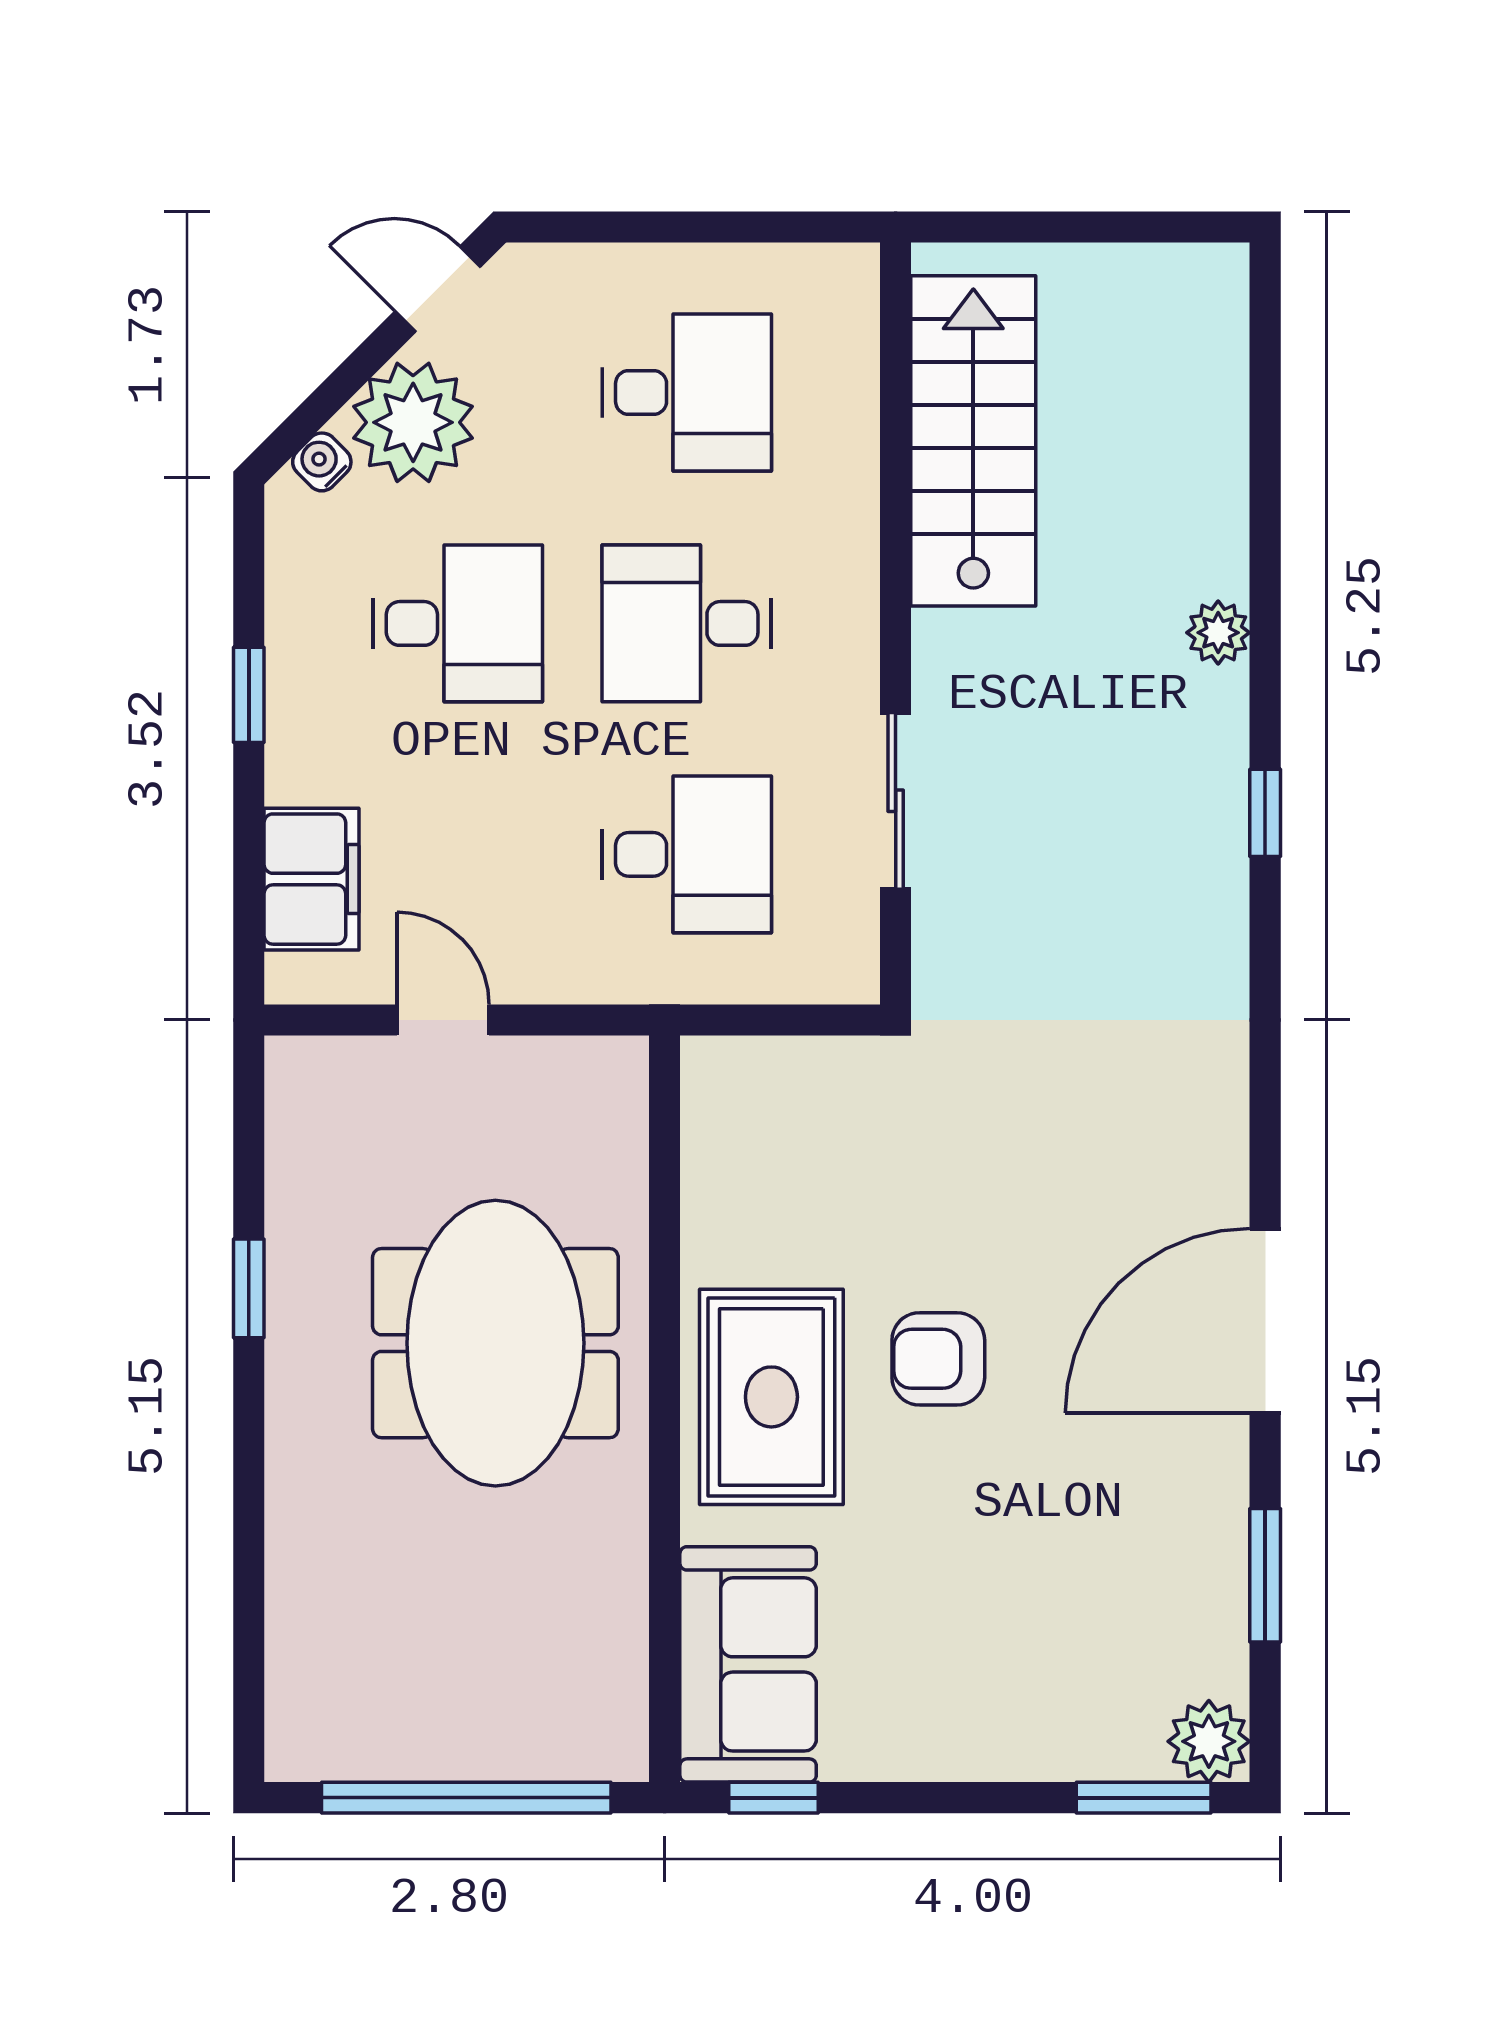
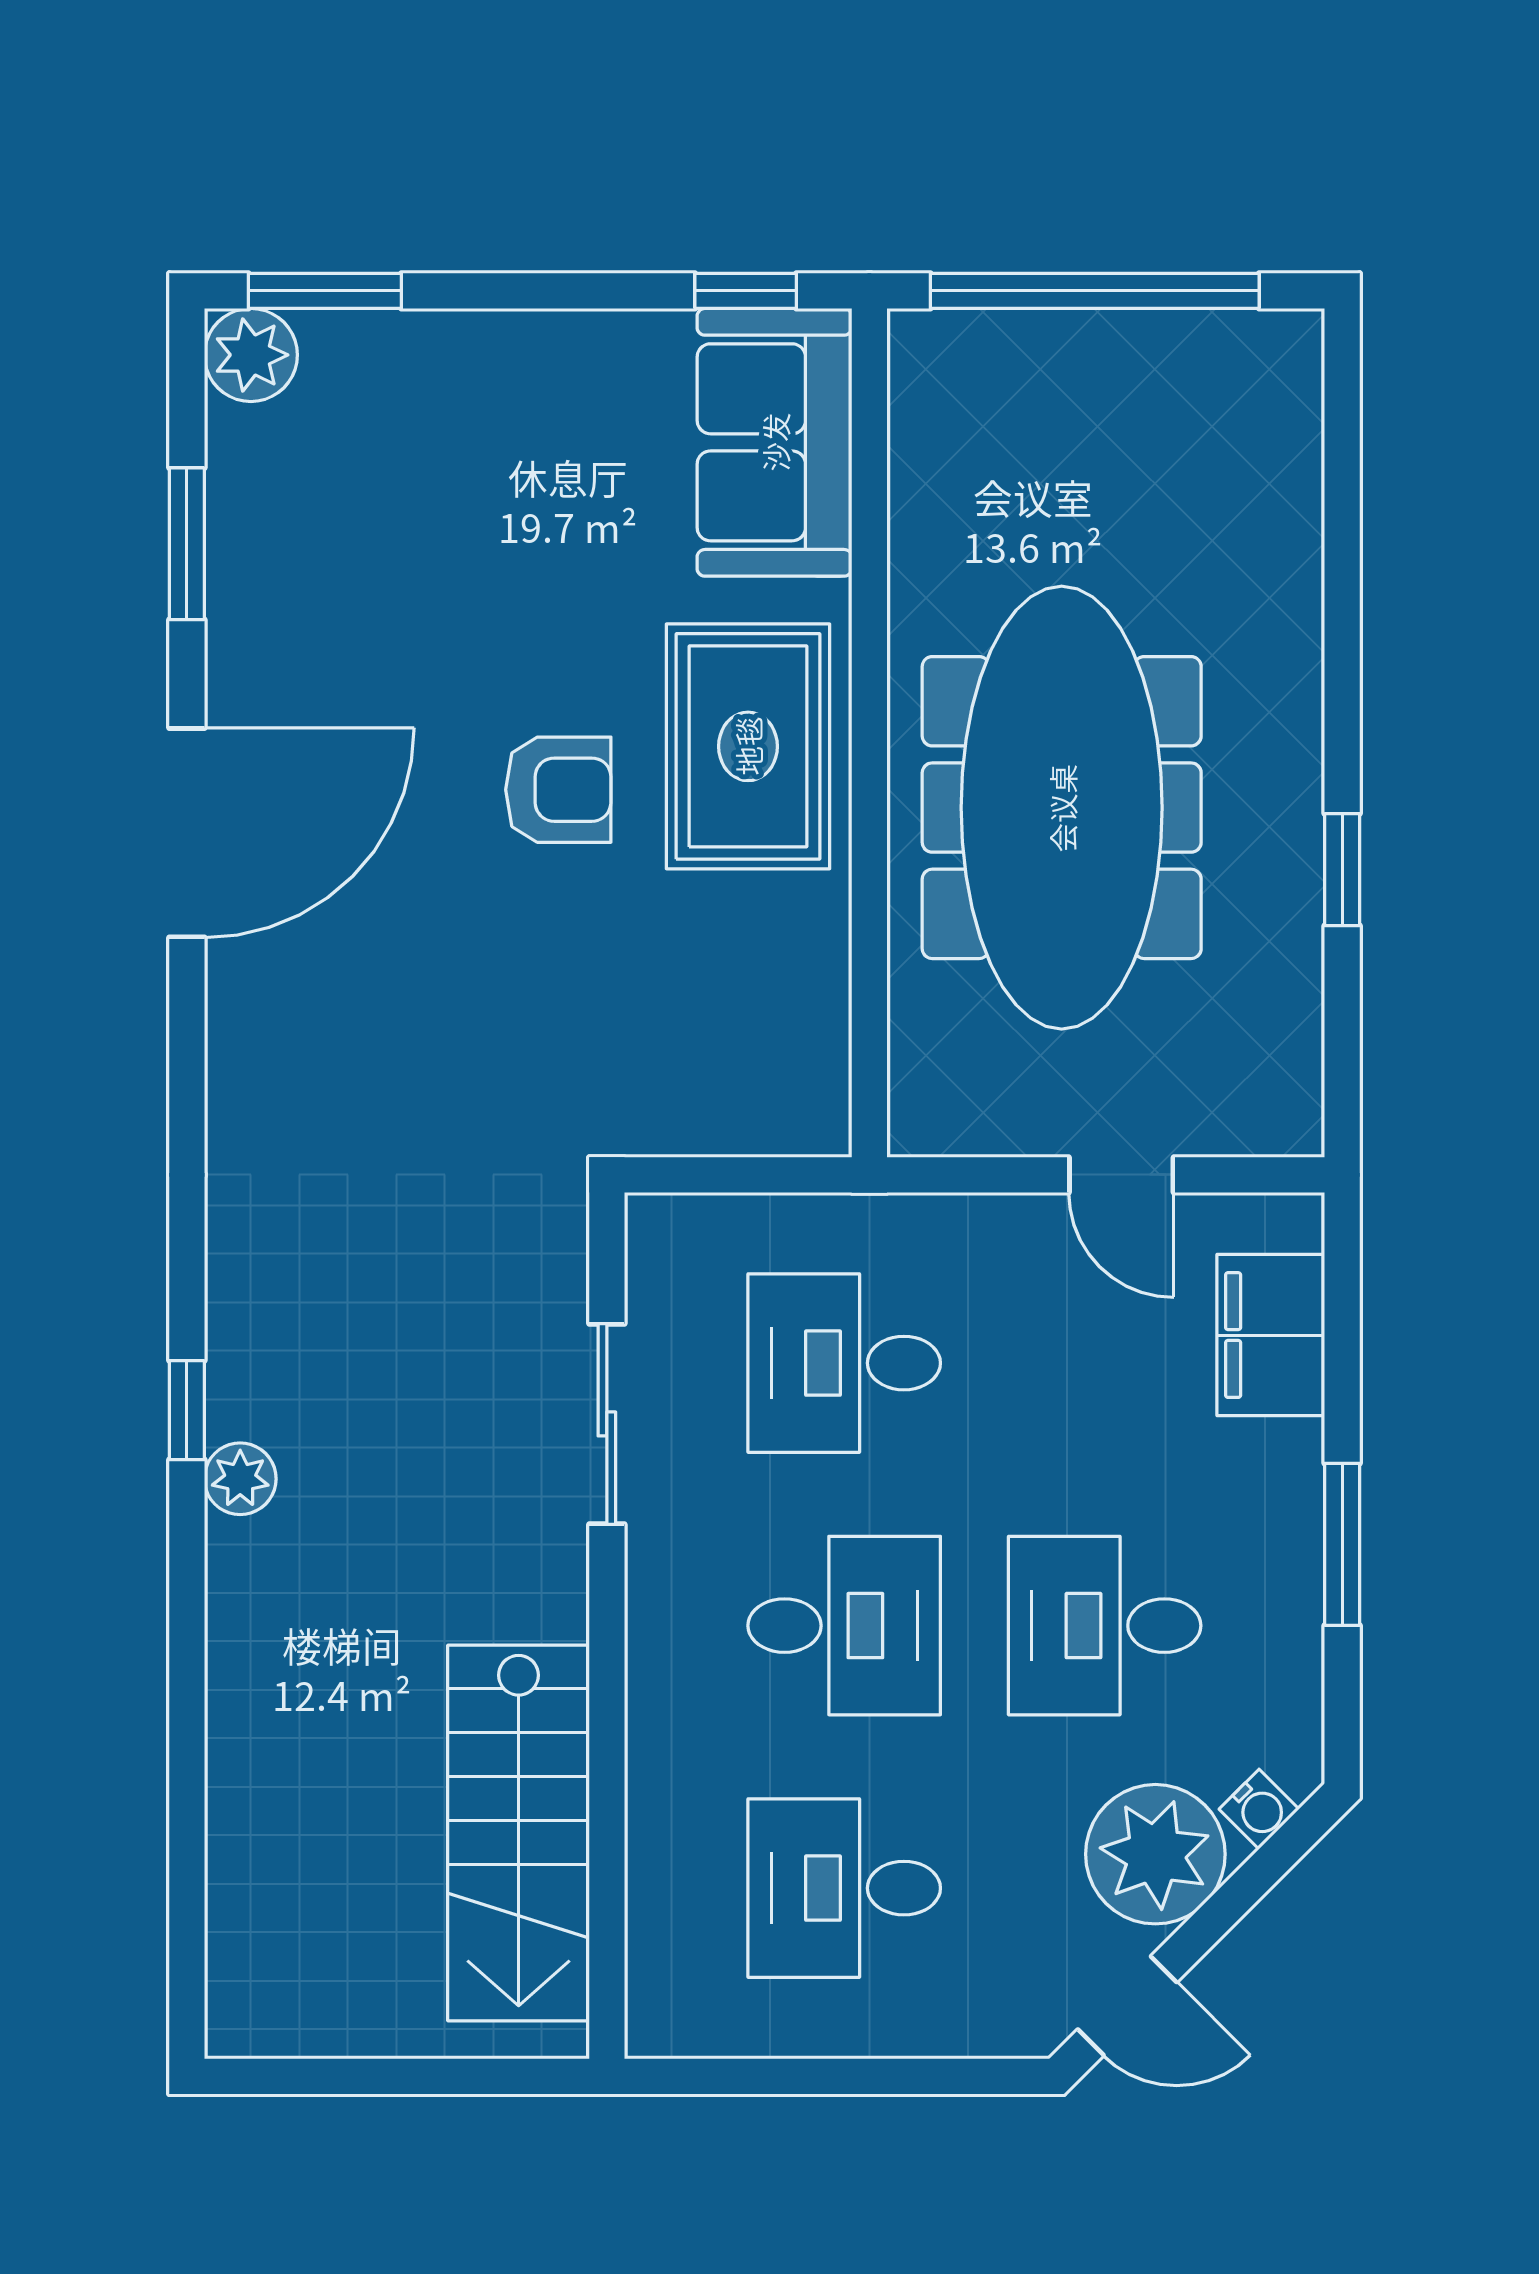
plant: (1218, 633) -> (240, 1479), moved
window: (249, 695) -> (1342, 1544), width x1.50
meeting table: (495, 1343) -> (1062, 808), width x1.36

